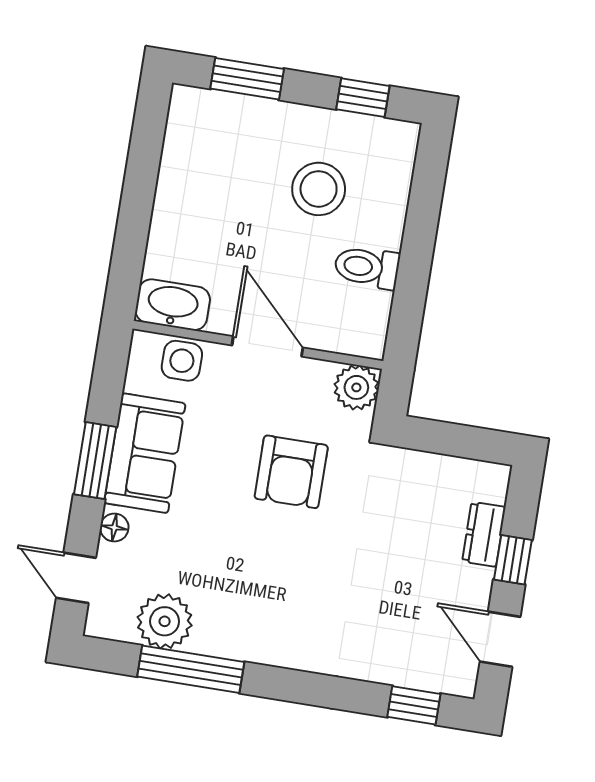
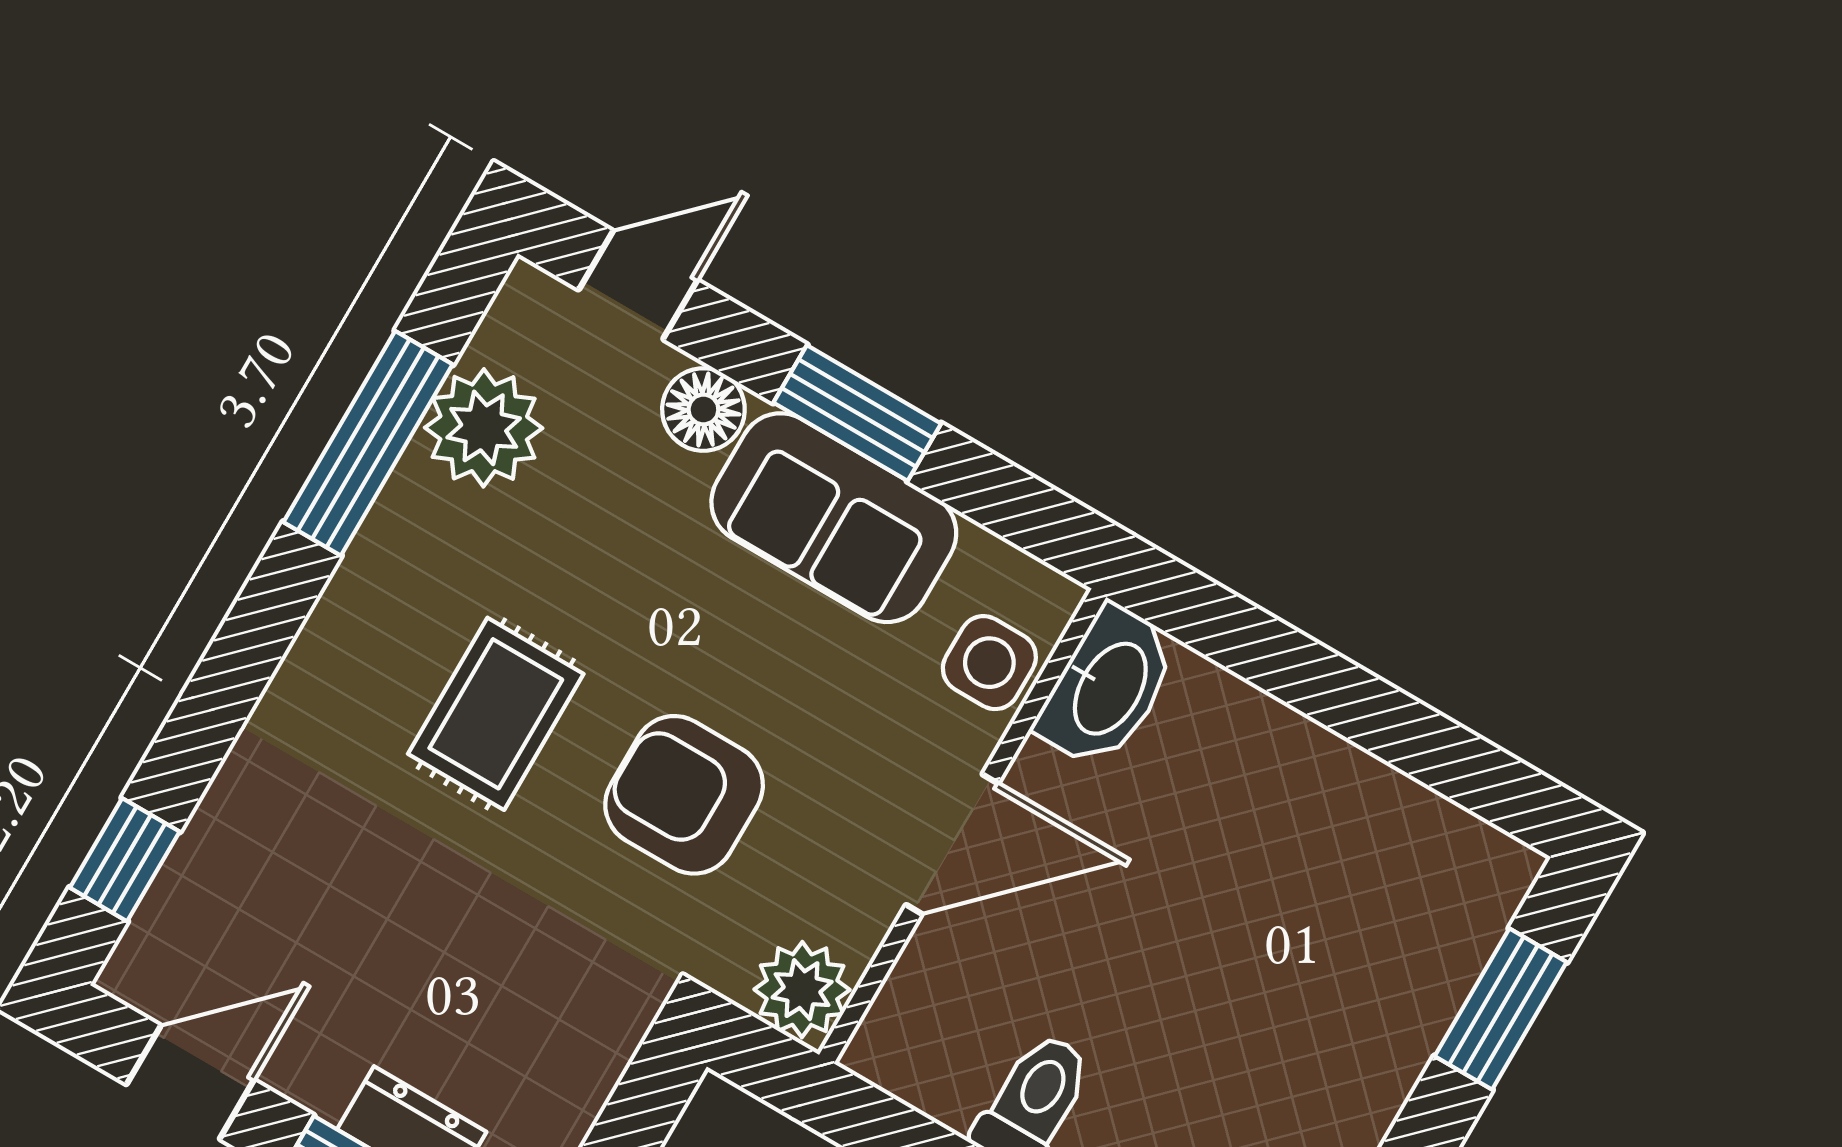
stool: (319, 189) -> (1226, 1067), removed
floor lamp: (114, 528) -> (703, 410), width x1.37, depth x1.37
rug: (288, 568) -> (496, 714), added

